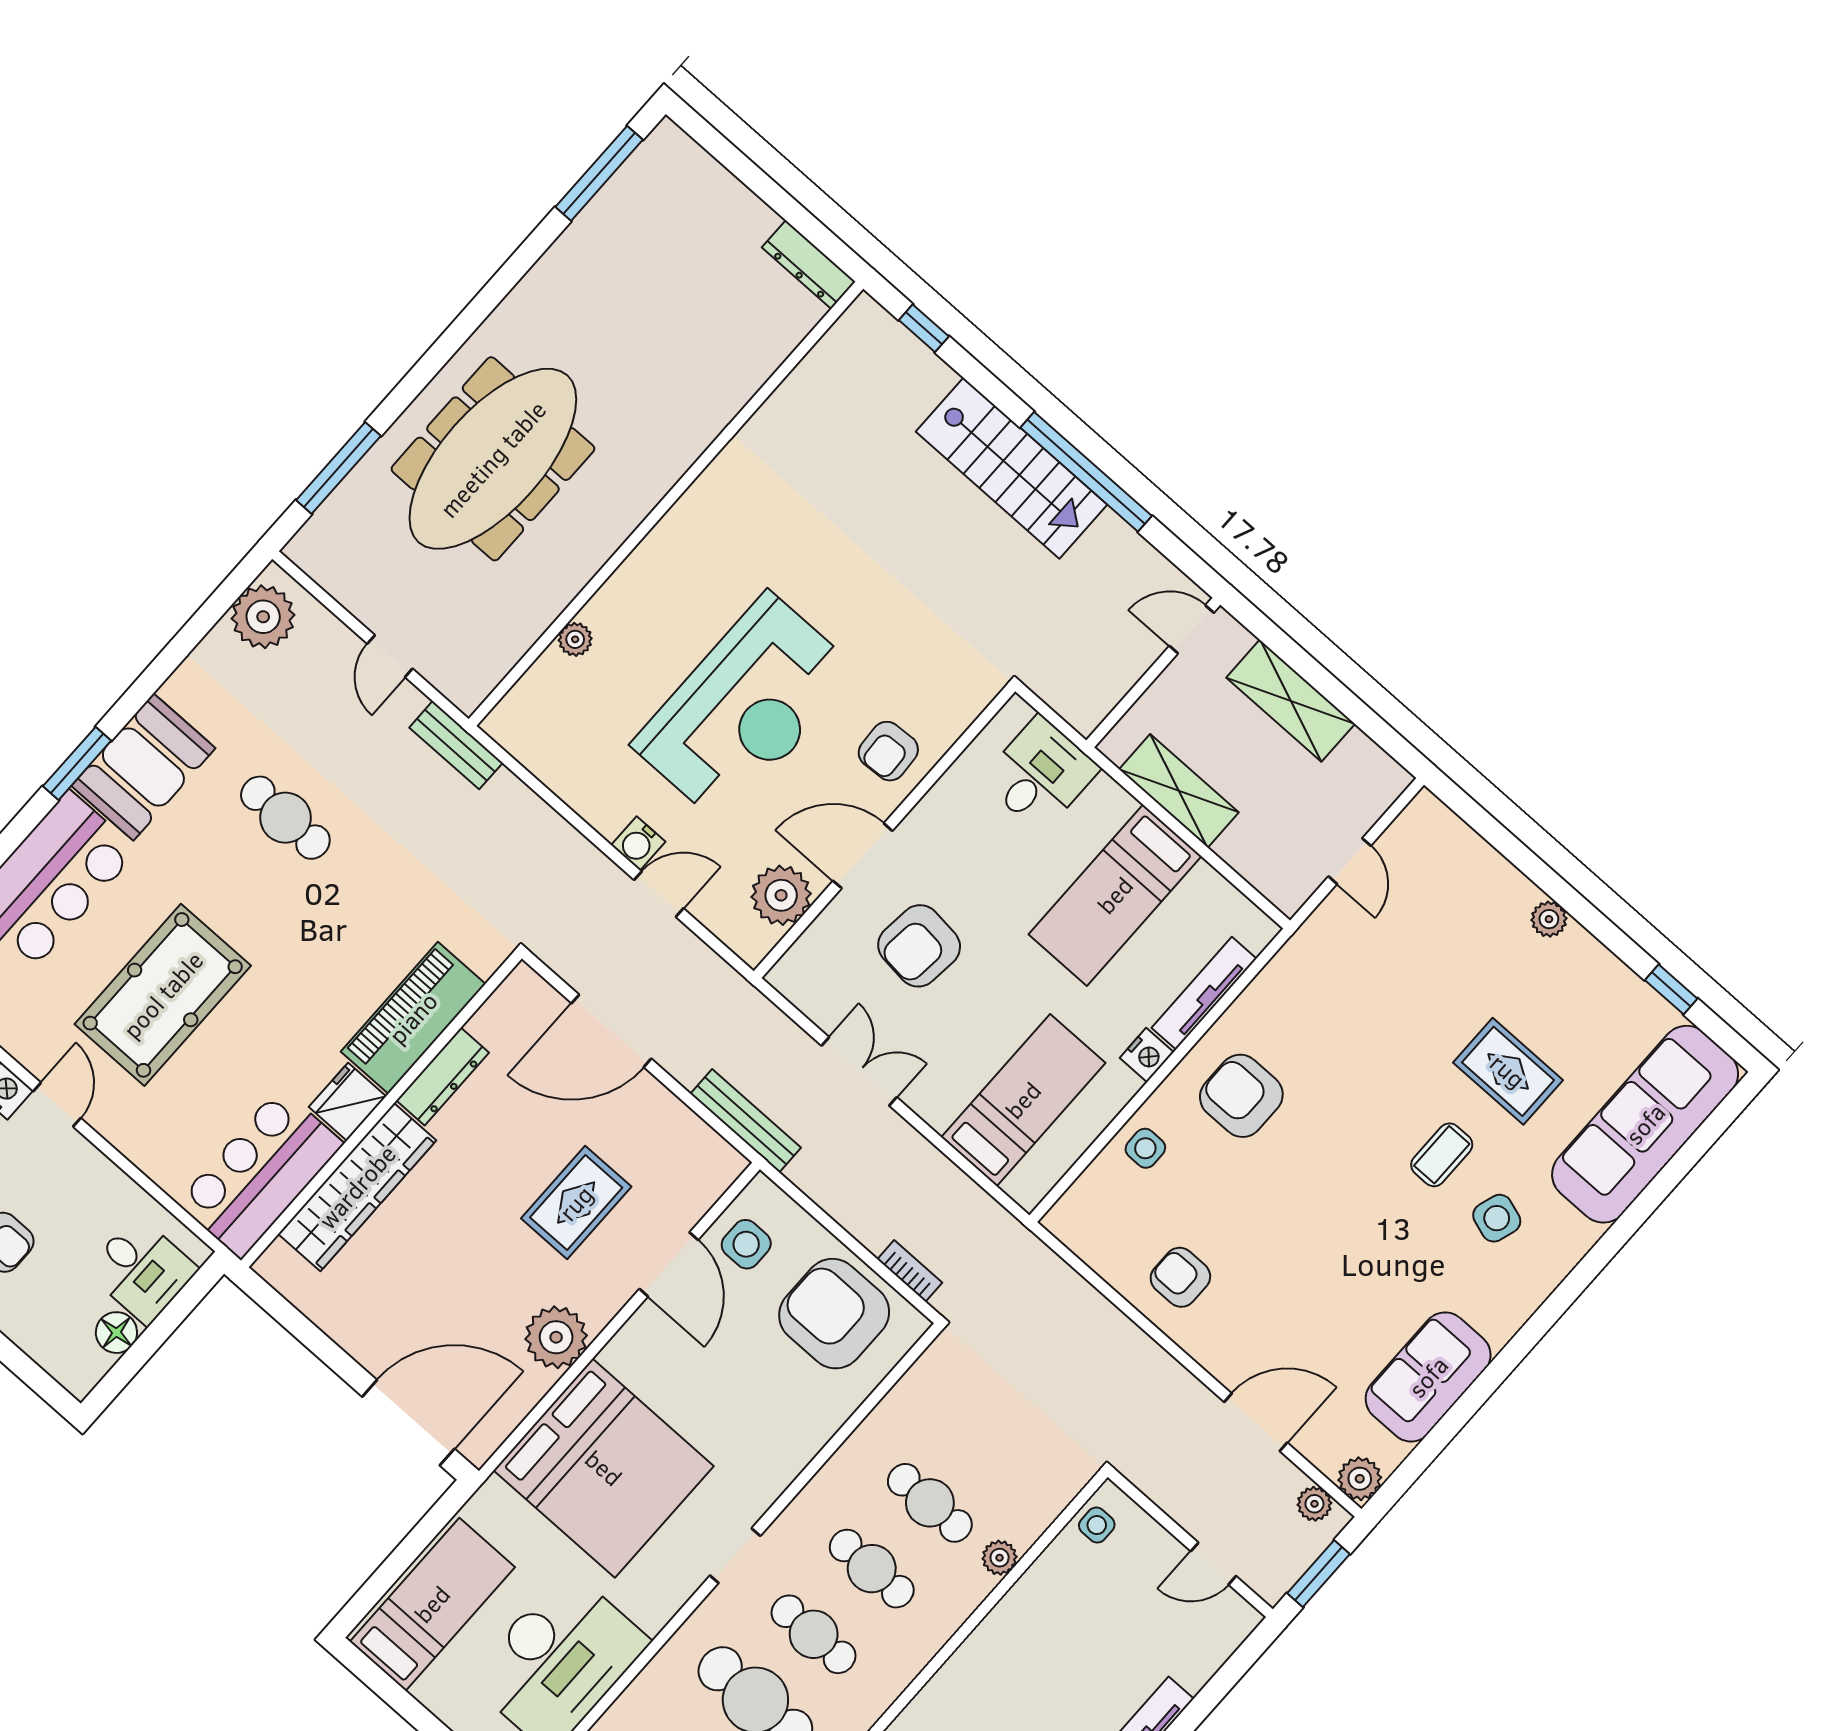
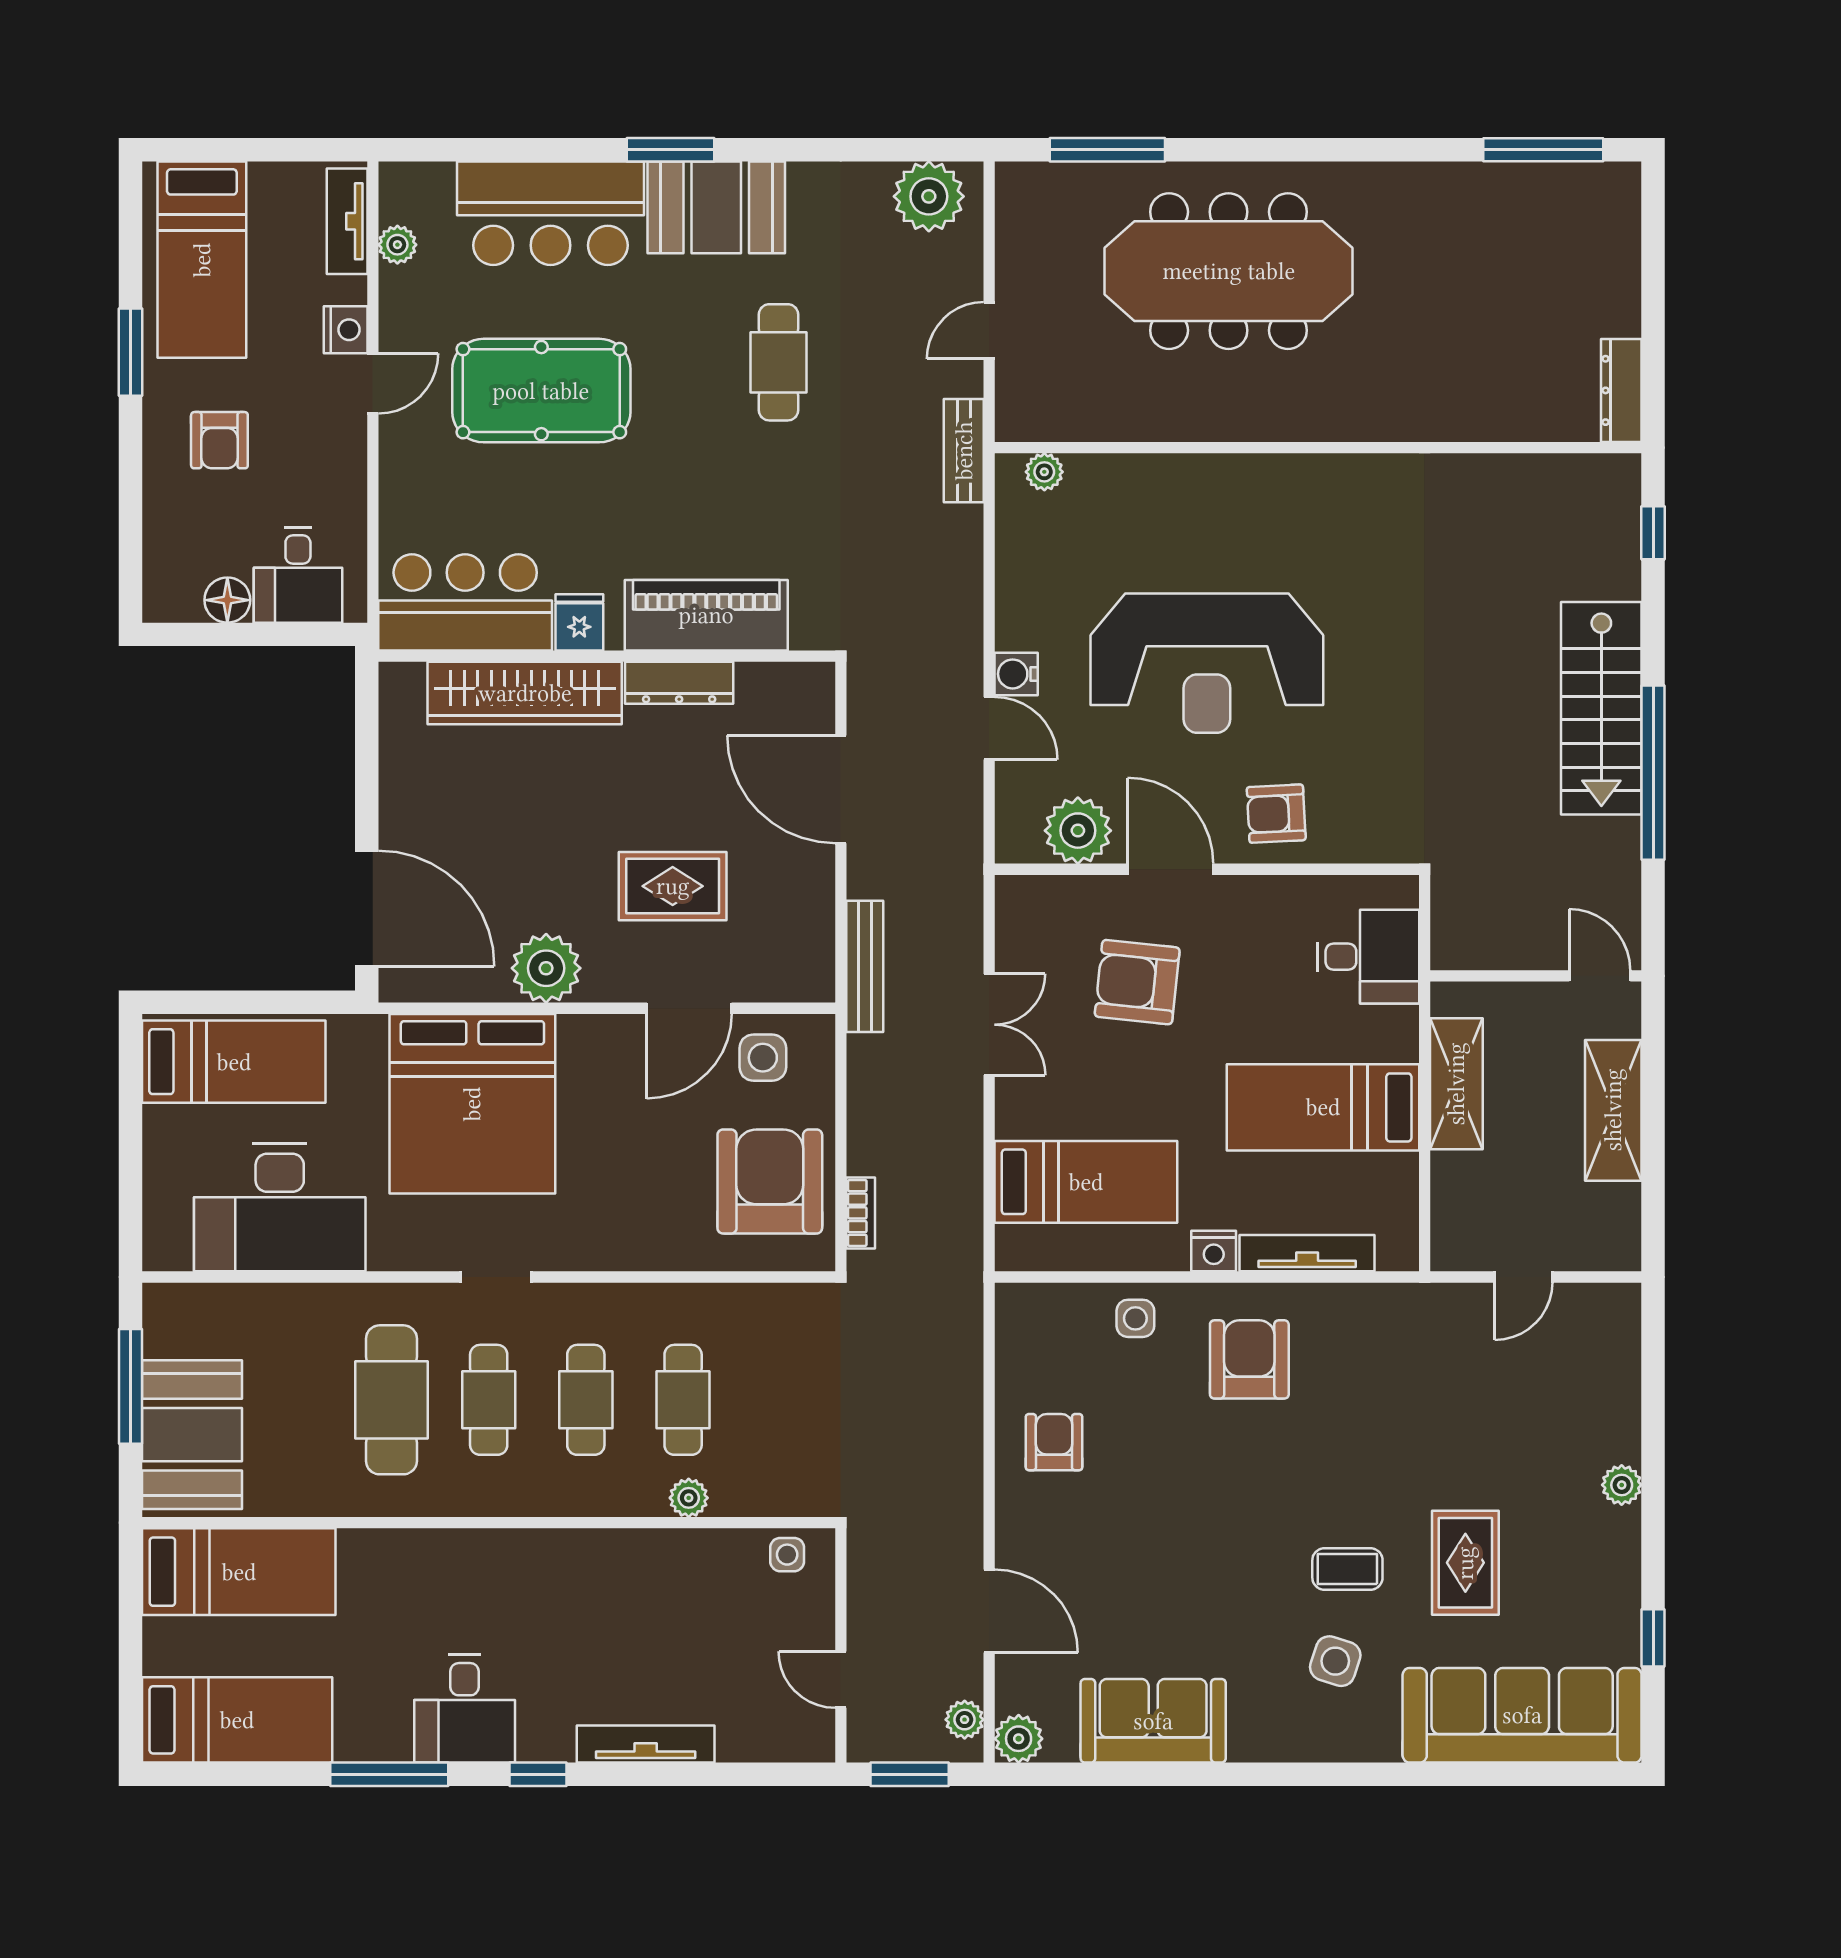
plant: (575, 639) -> (1044, 472), moved
fridge: (348, 1102) -> (579, 622), width x0.72

